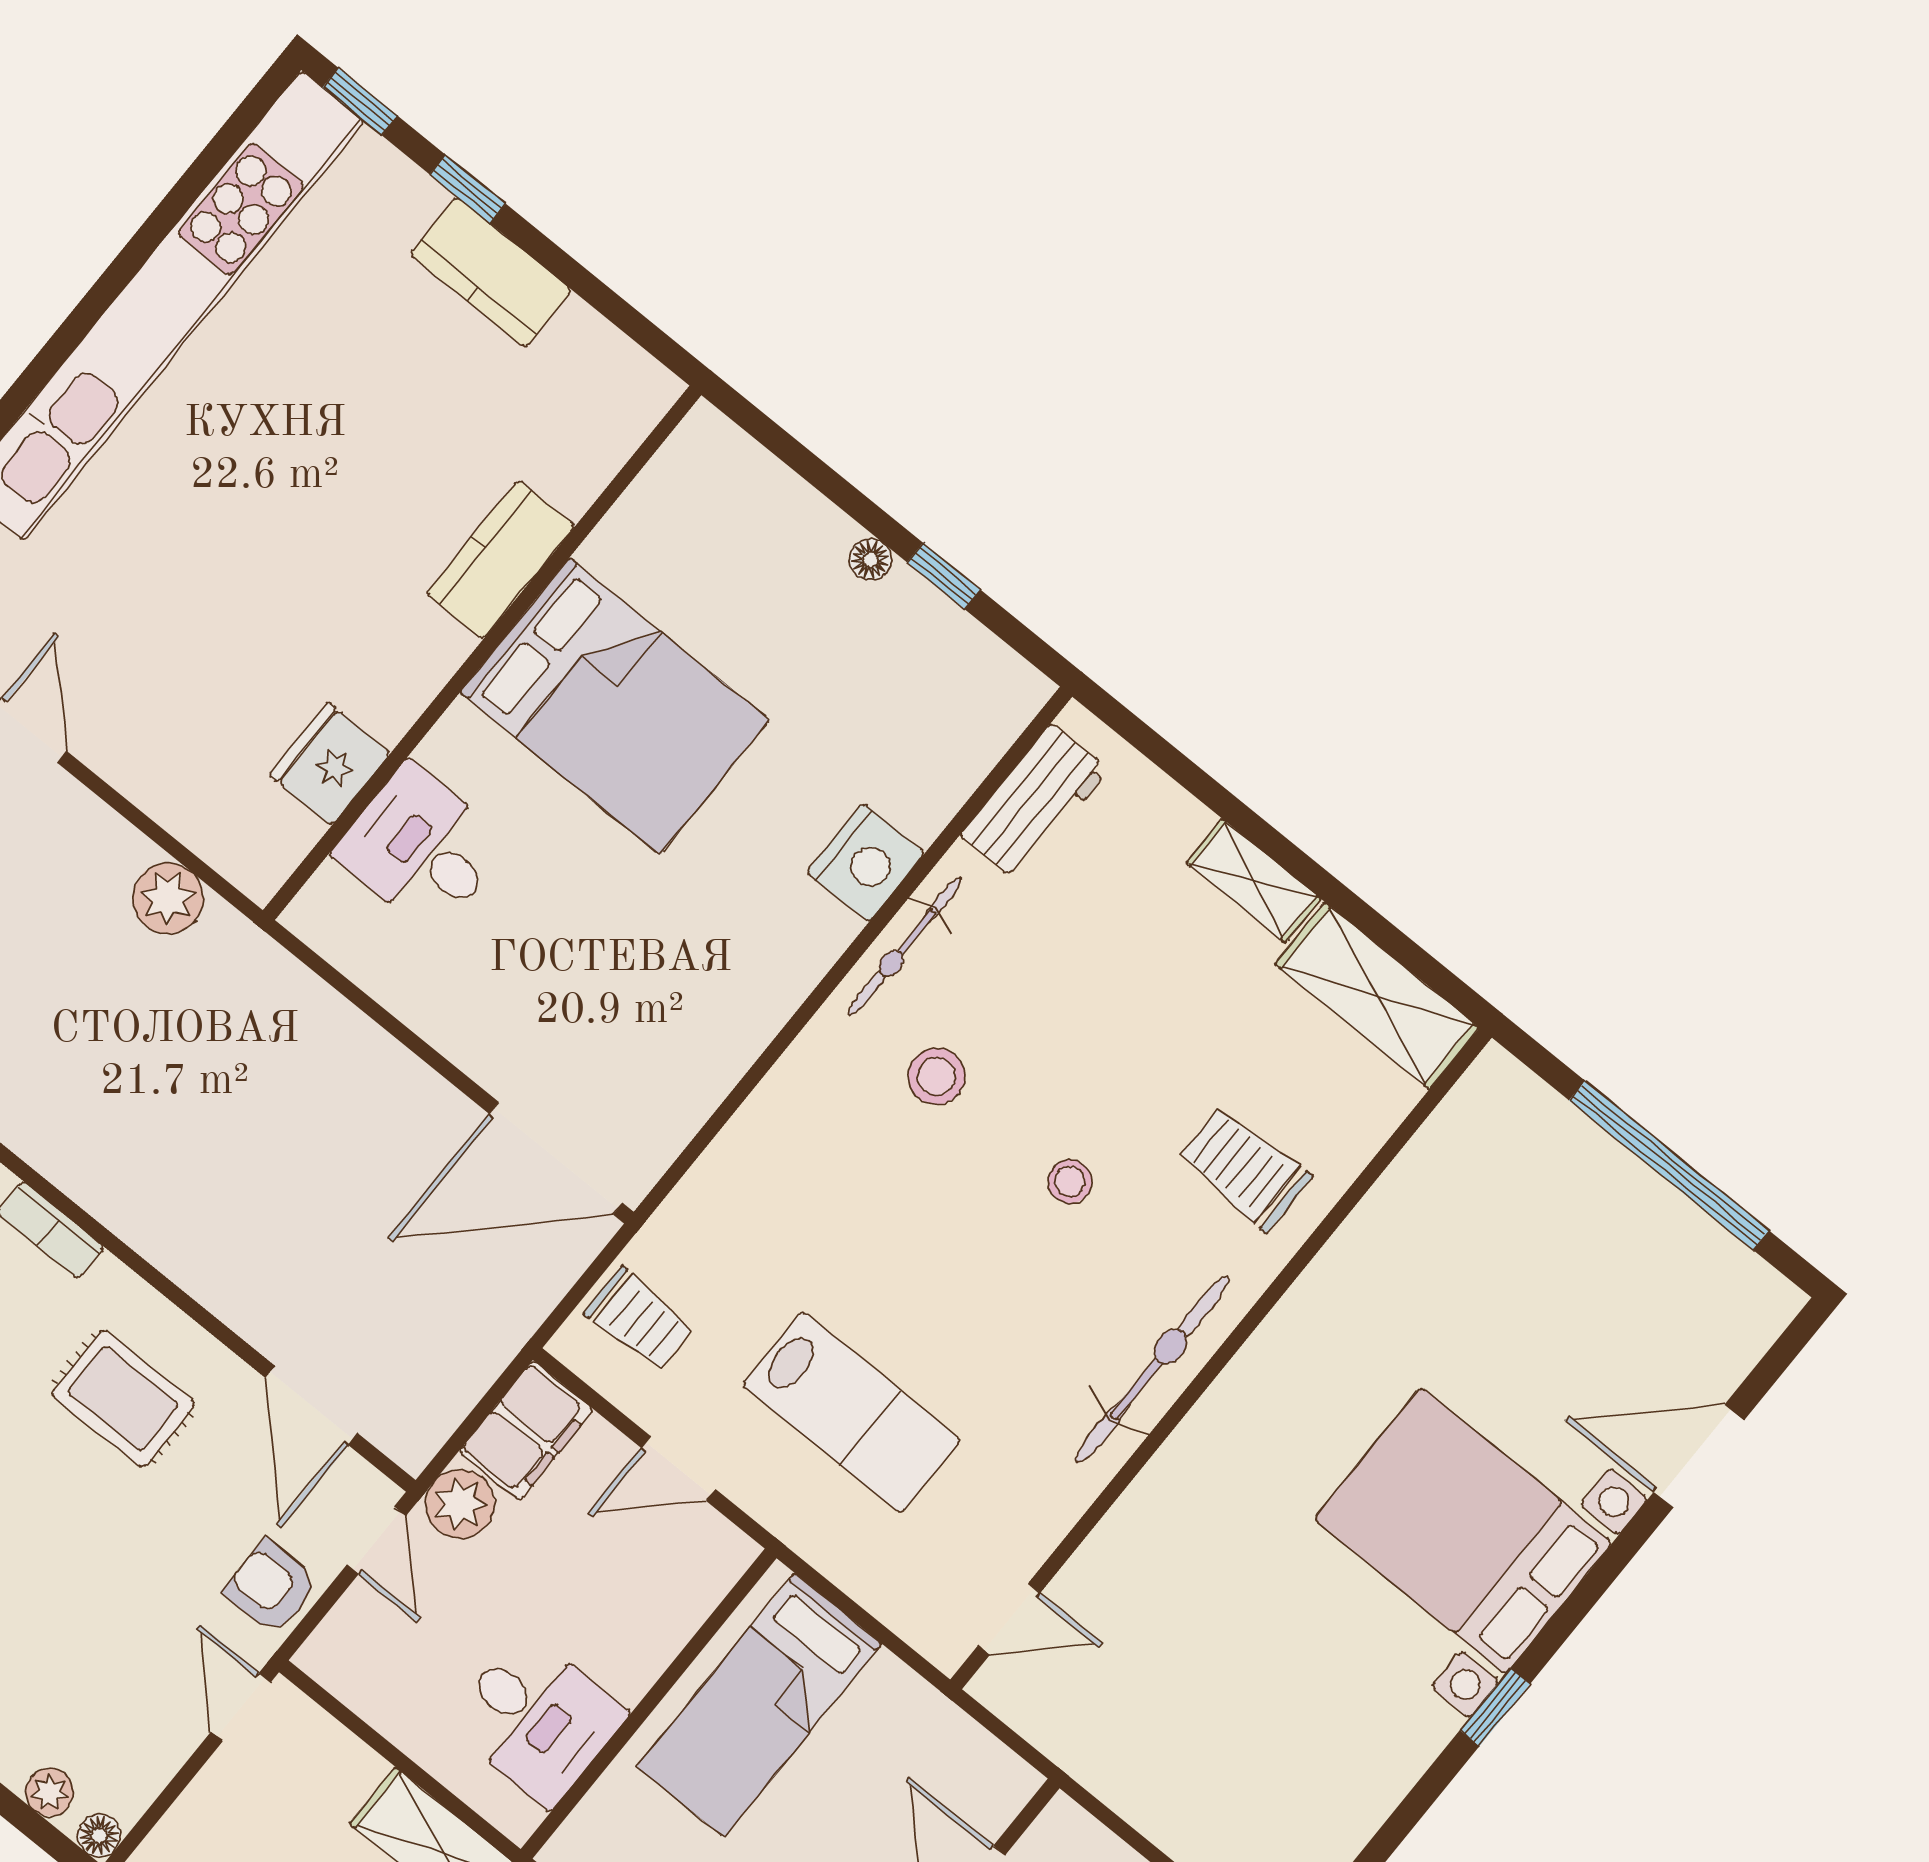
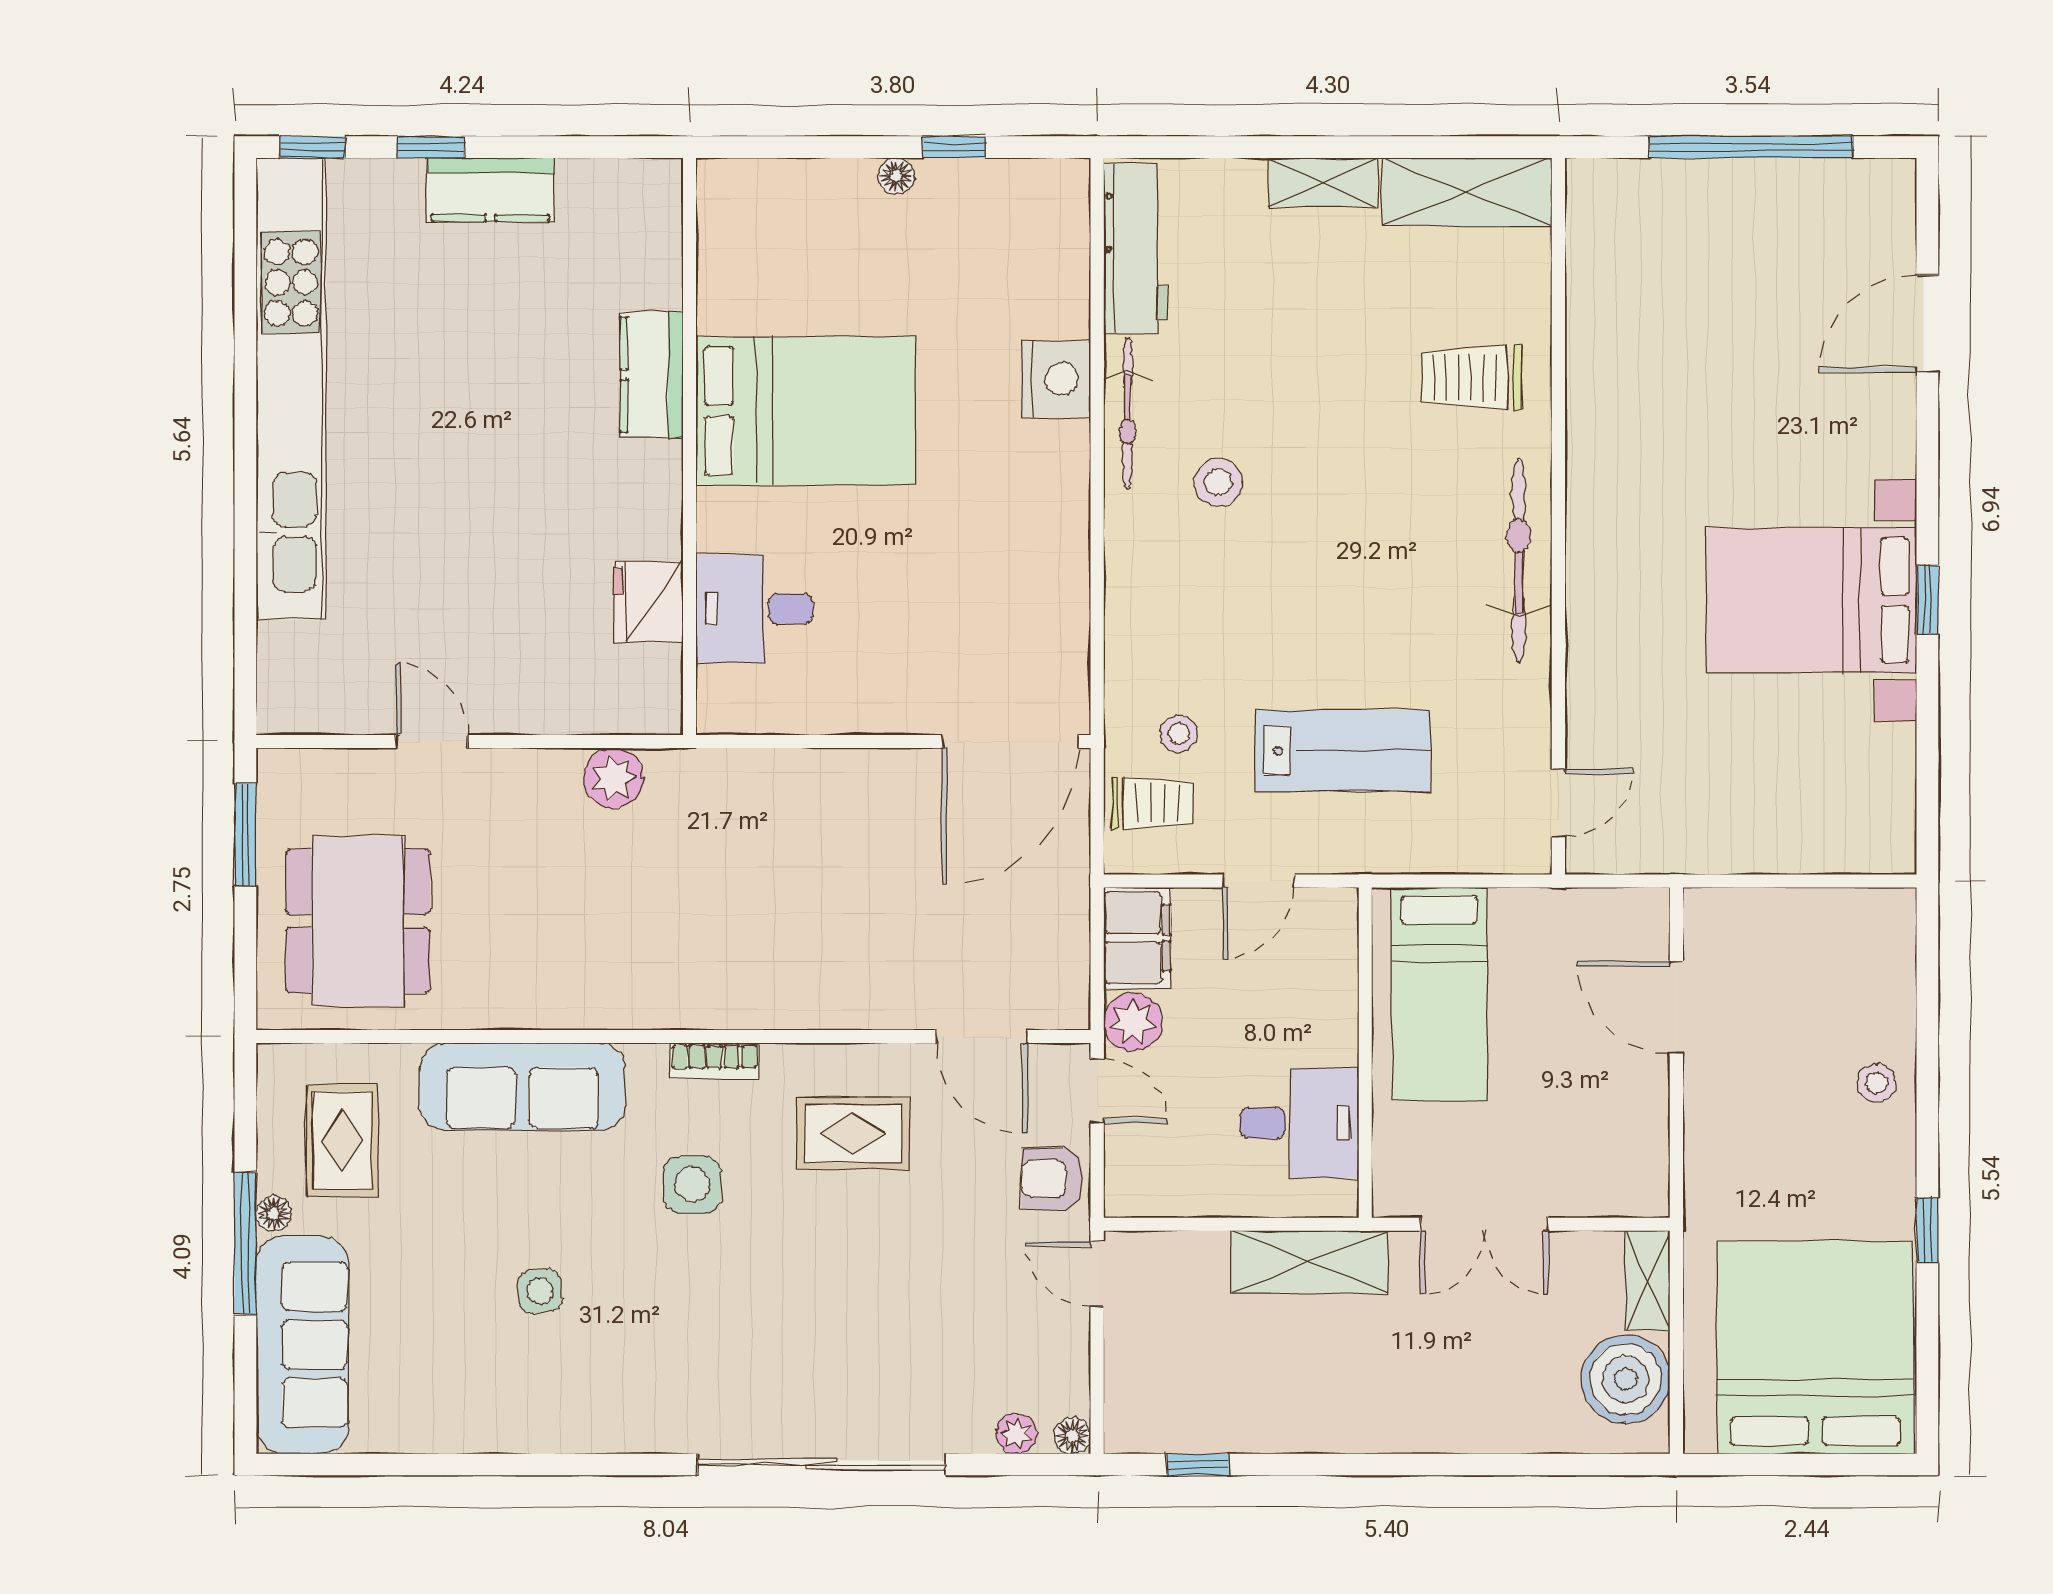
workbench: (1034, 802) -> (1136, 248), width x1.38
stool: (1070, 1181) -> (1179, 734), moved
bed with nightstands: (1463, 1531) -> (1811, 600), moved

